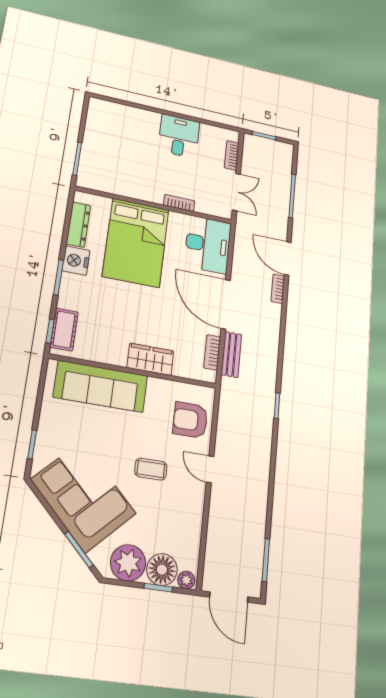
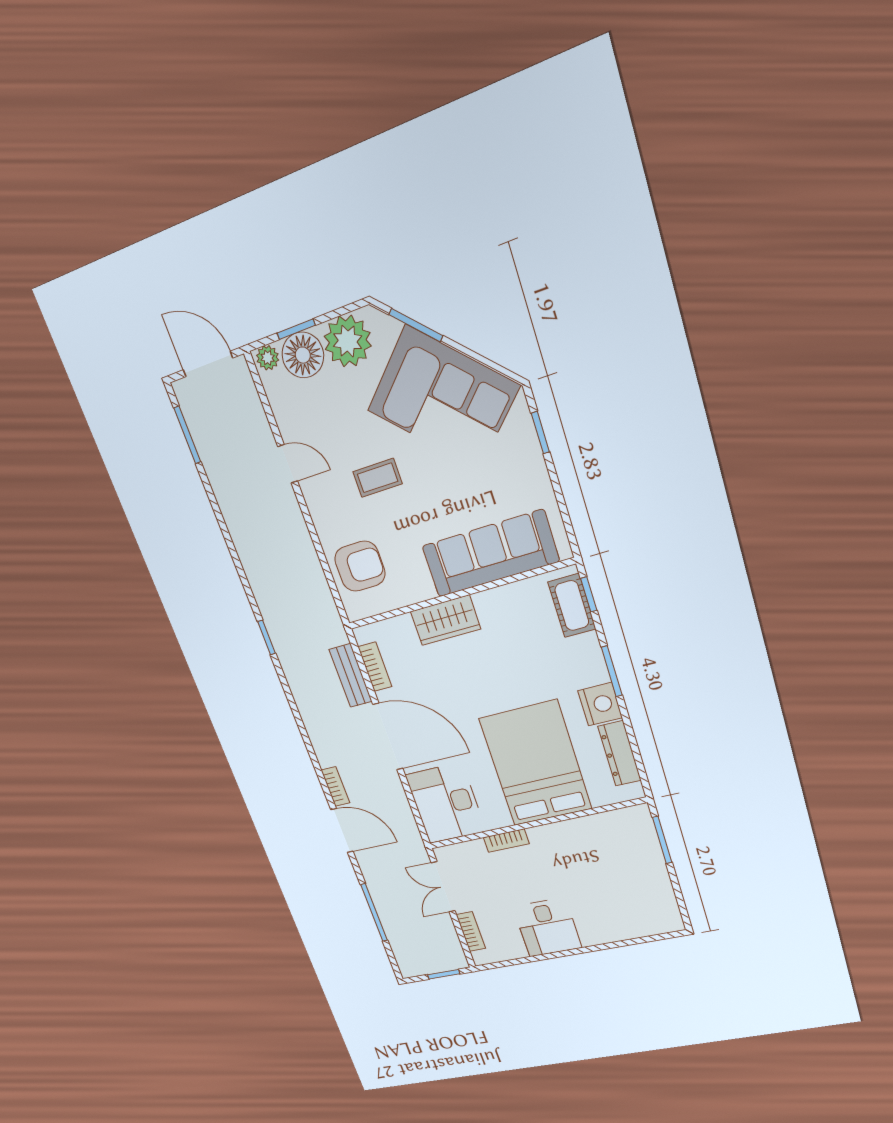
door: (210, 469) -> (288, 464), moved

